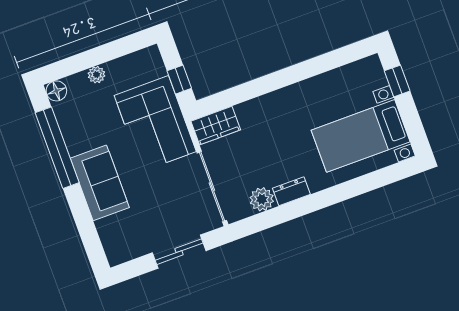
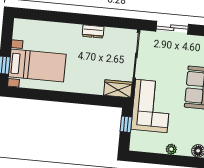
bed with nightstands: (361, 136) -> (37, 66), moved
plant: (262, 199) -> (112, 35), removed

